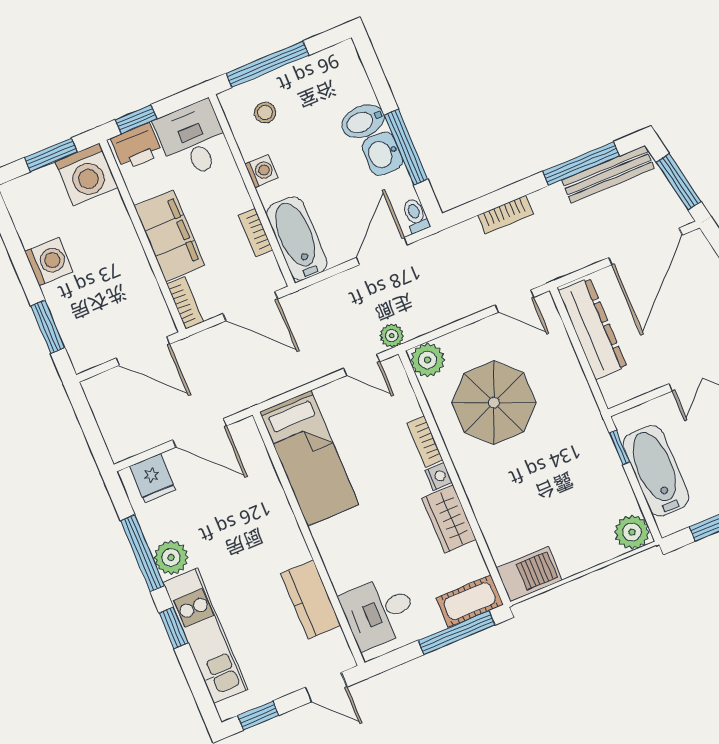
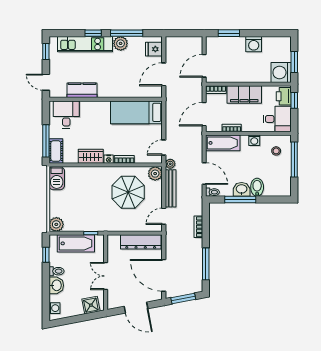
bench: (608, 174) -> (171, 188), moved
door: (326, 687) -> (46, 82), hinge flipped

